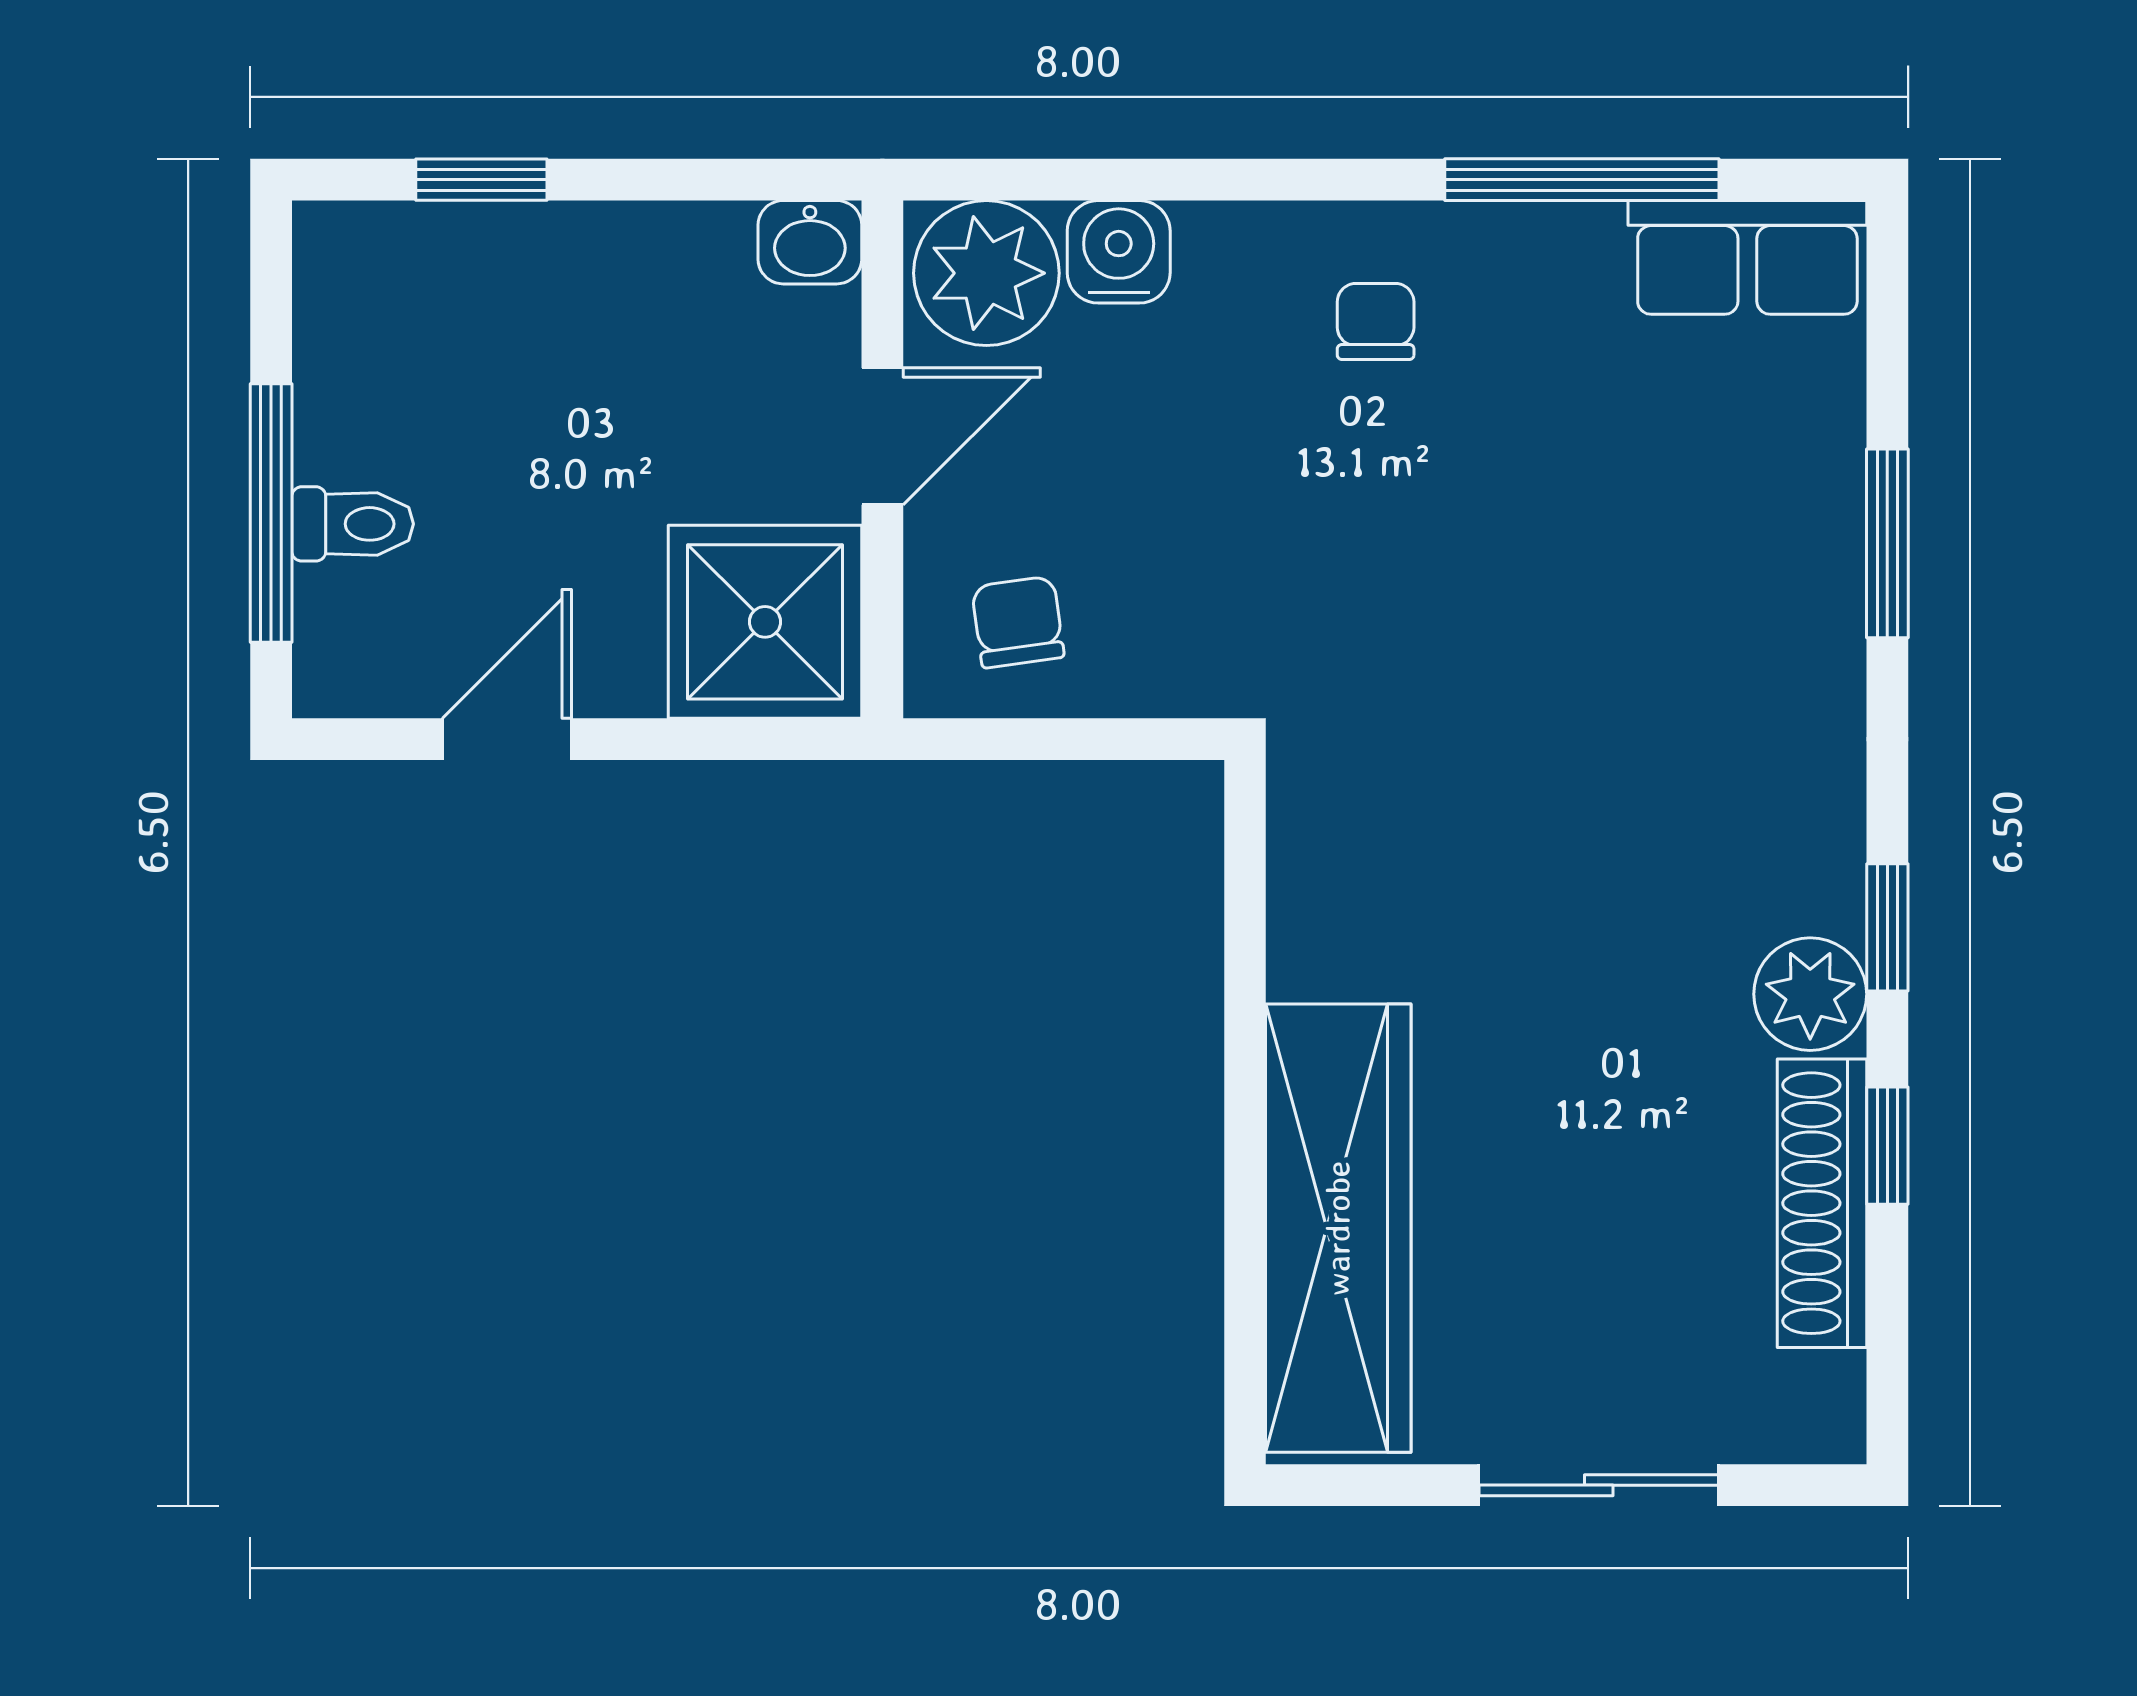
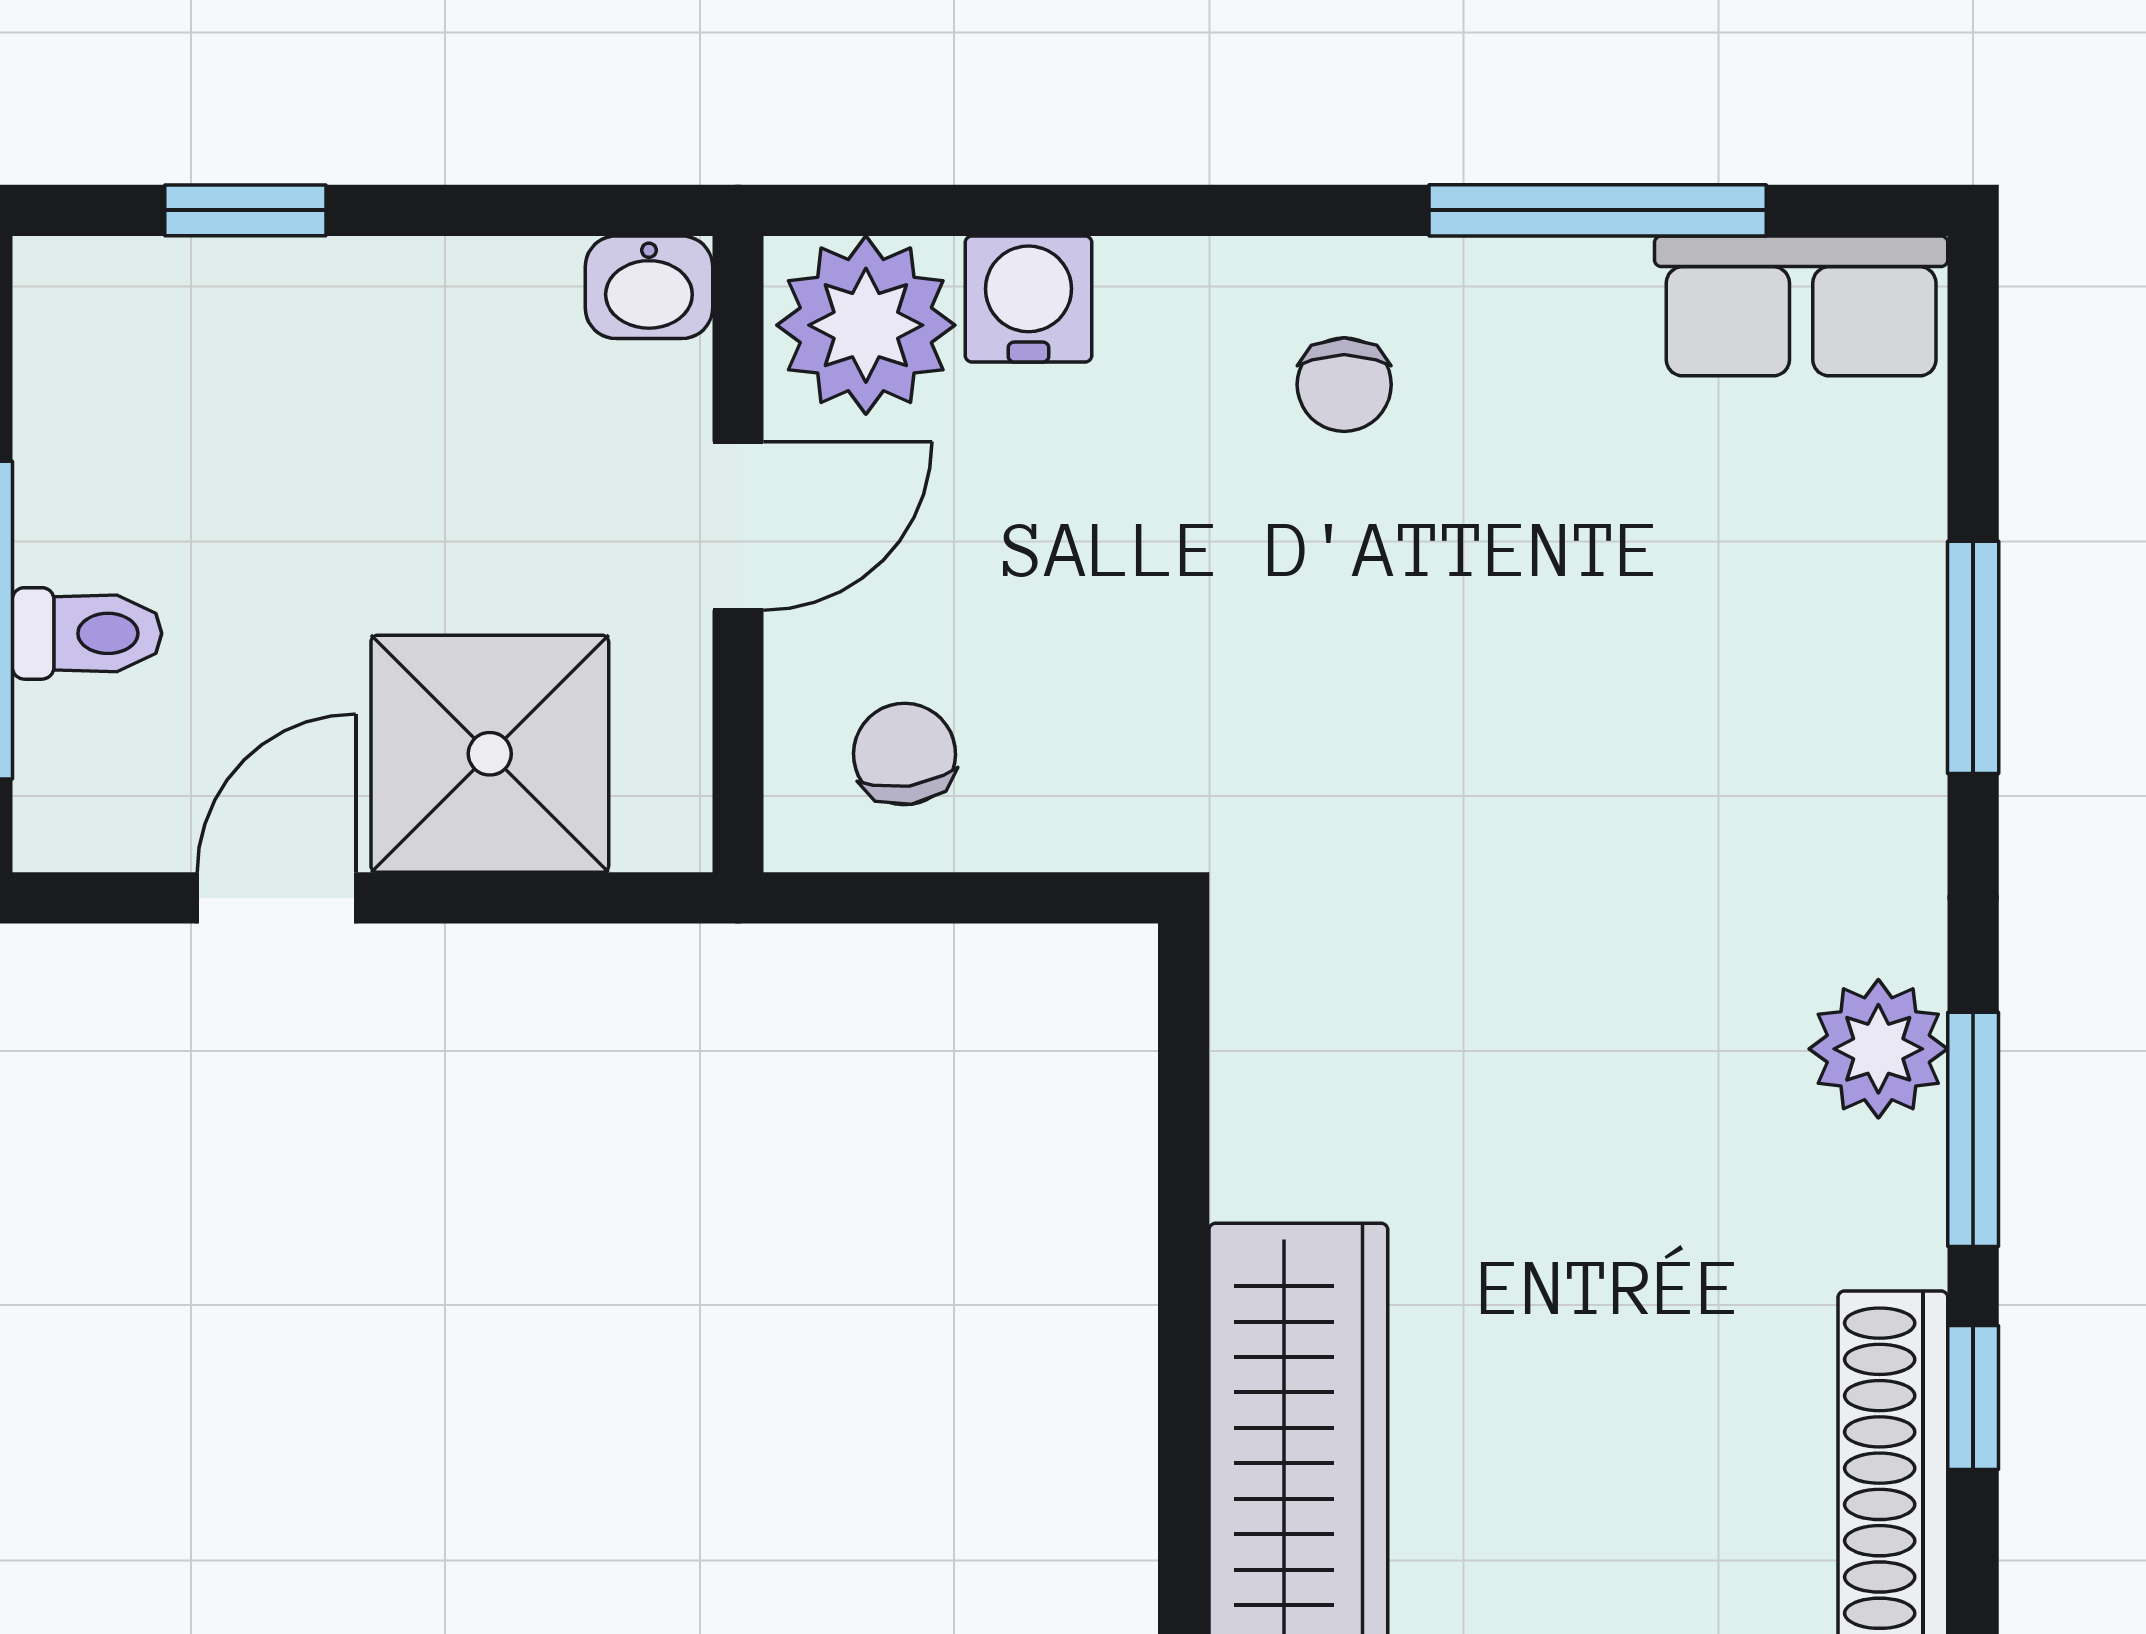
chair: (1376, 321) -> (1344, 385), turned 180
shower: (765, 622) -> (490, 754), moved
window: (1887, 927) -> (1973, 1129), width x1.50
plant: (1810, 994) -> (1878, 1049), moved

